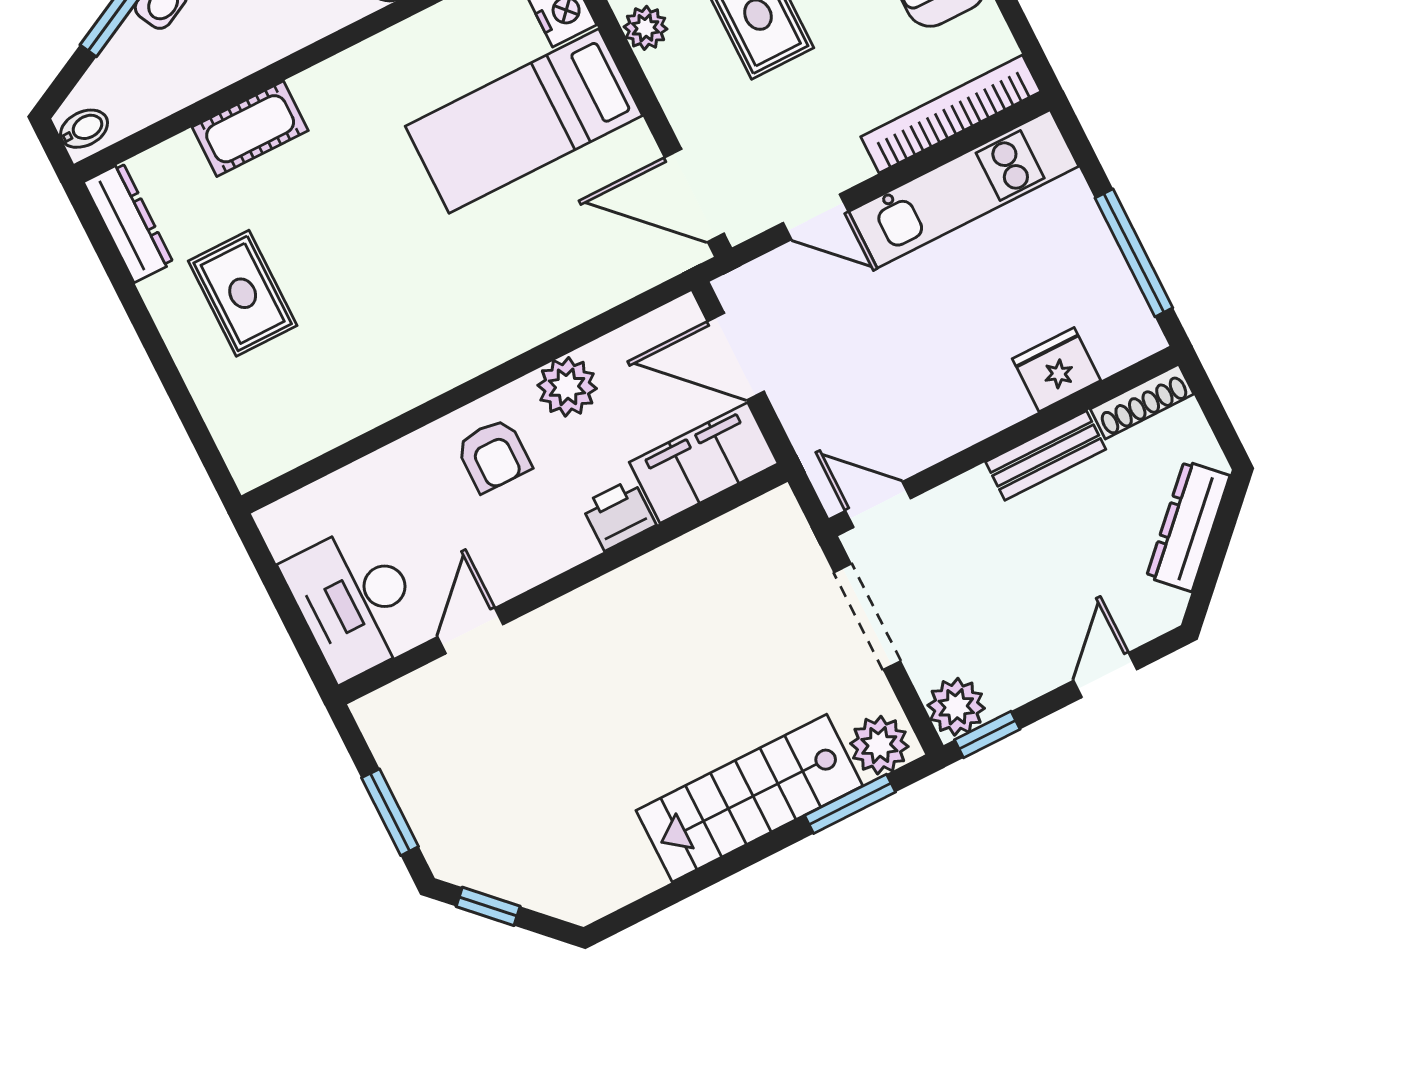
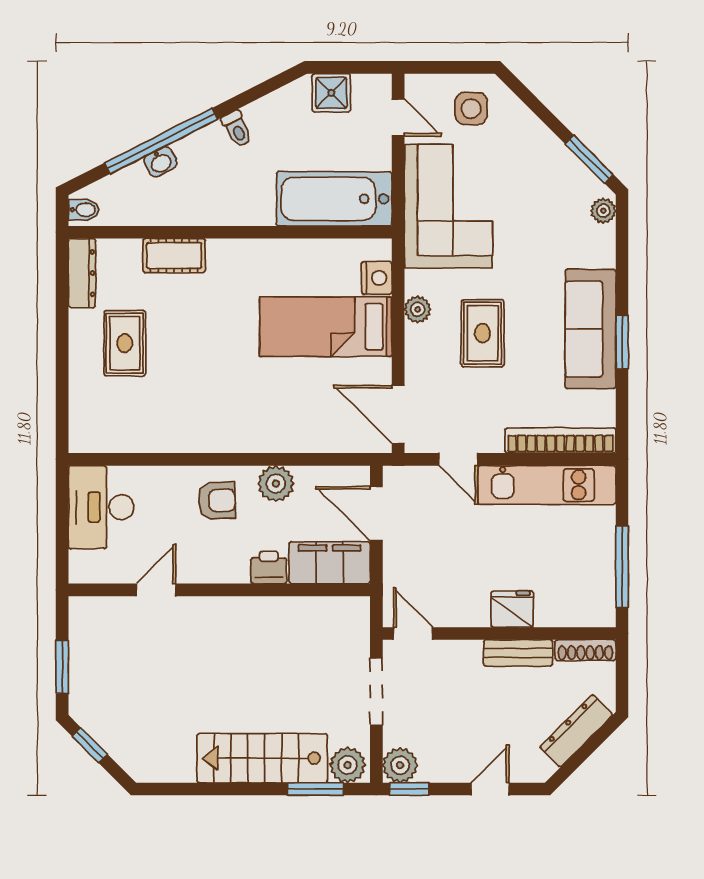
fridge: (1057, 370) -> (512, 609), moved
armchair: (494, 455) -> (217, 501), turned -93
desk: (355, 601) -> (101, 507), moved

